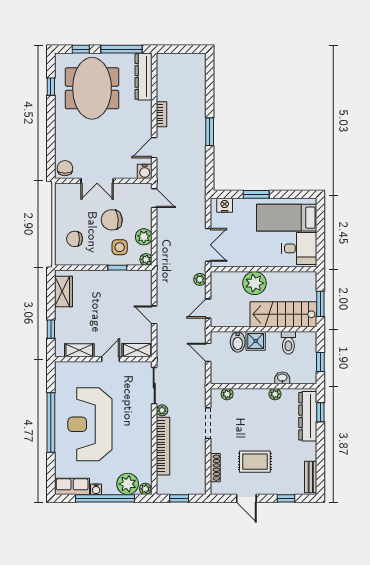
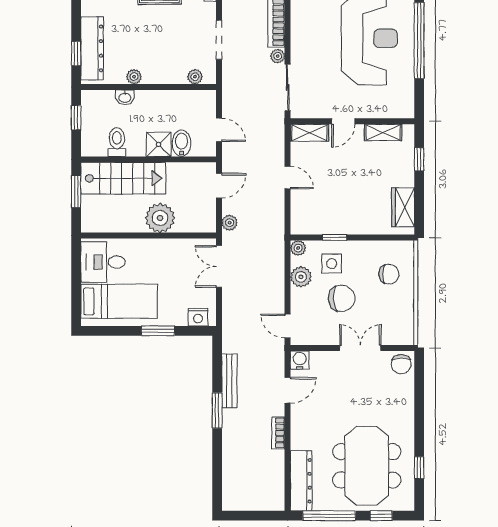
bench: (200, 155) -> (229, 381), added

